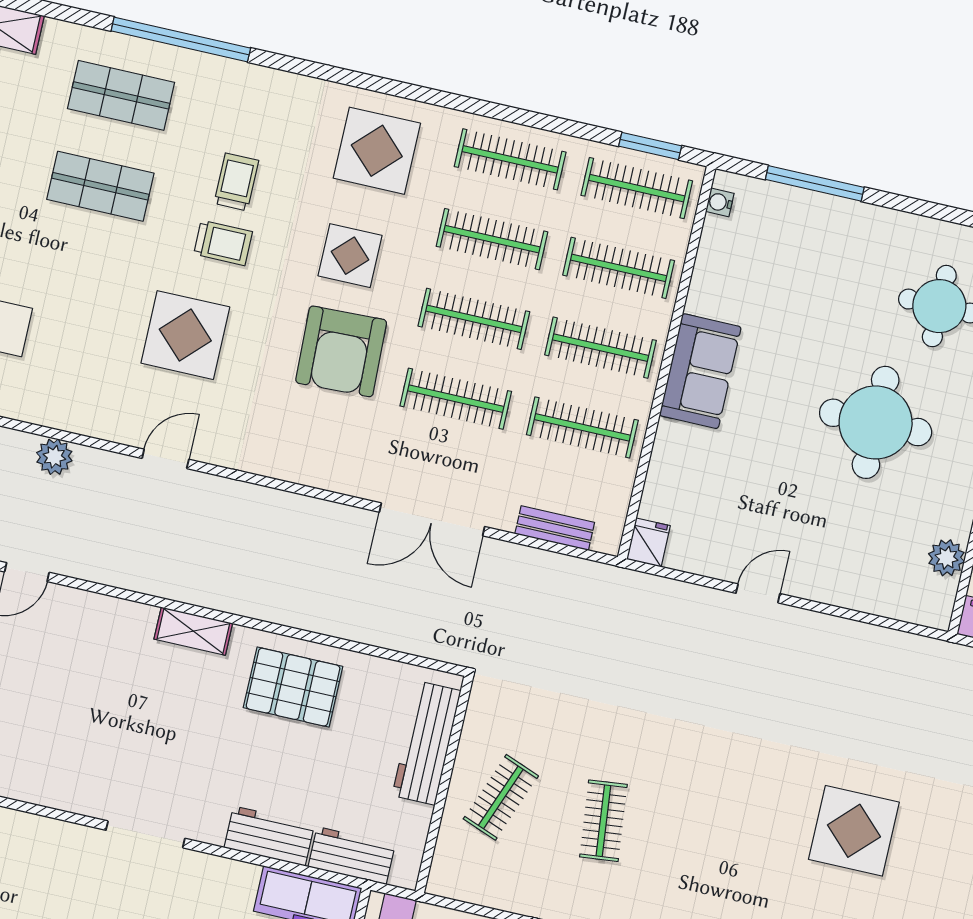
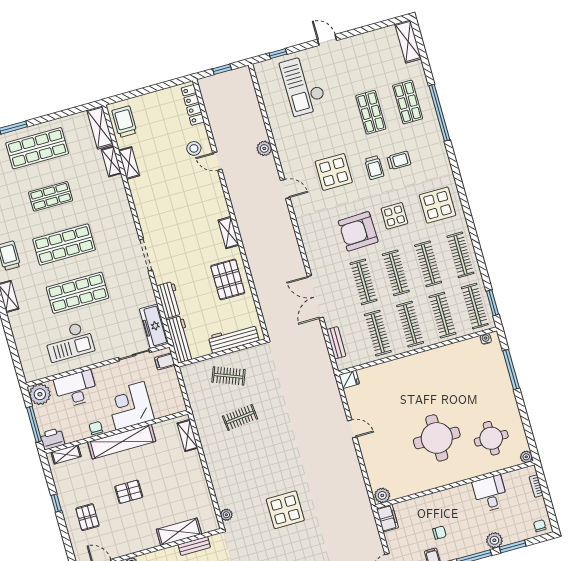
sofa: (700, 371) -> (421, 365), removed
plant: (947, 558) -> (382, 495), moved
workbench: (352, 856) -> (180, 339), width x1.38

